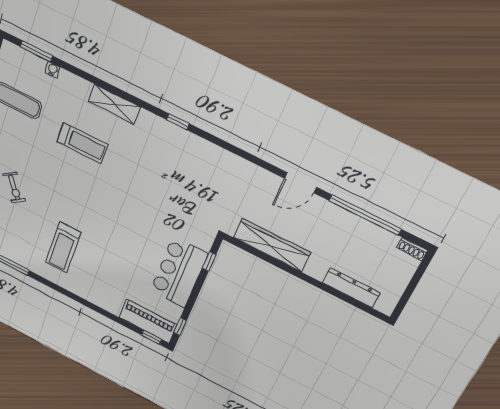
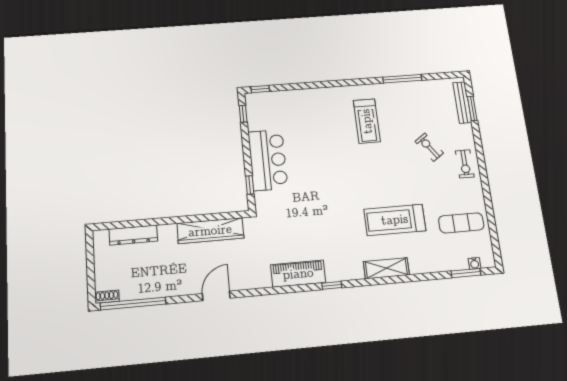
water cooler: (53, 70) -> (474, 263), moved
treadmill: (82, 143) -> (395, 220), width x1.37, depth x1.38
window: (365, 215) -> (133, 304), moved
treadmill: (63, 247) -> (367, 121), turned 180
piano: (148, 321) -> (298, 274), moved, turned 180

